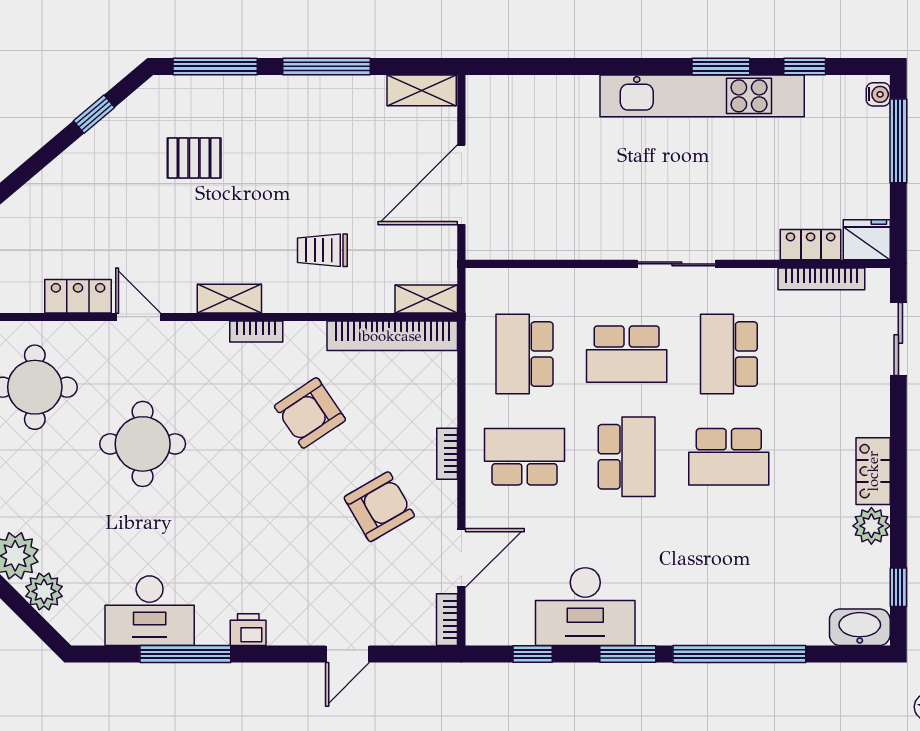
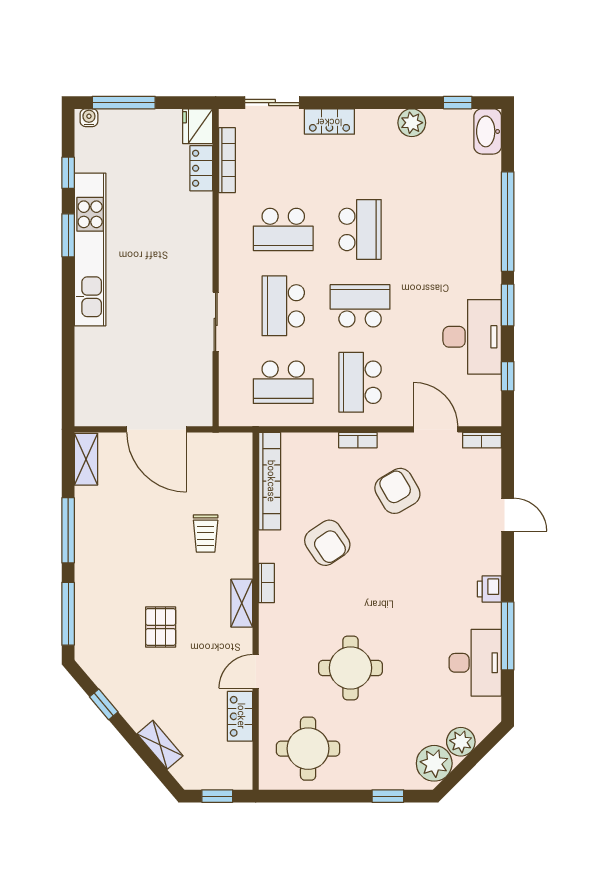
pallet: (194, 158) -> (161, 627), moved
sliding door: (677, 264) -> (216, 322), moved
shelving: (426, 299) -> (160, 745), moved, turned -40
school desk: (627, 354) -> (283, 306), turned 180
locker: (873, 471) -> (329, 121), moved

